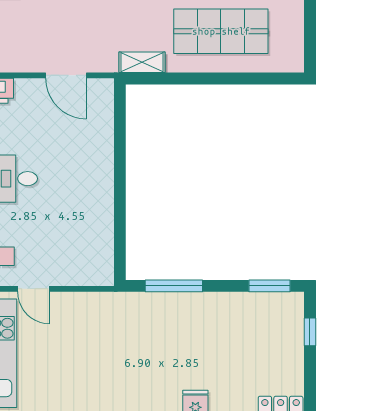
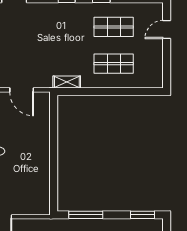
shop shelf: (221, 31) -> (114, 64), width x0.70, depth x0.74

